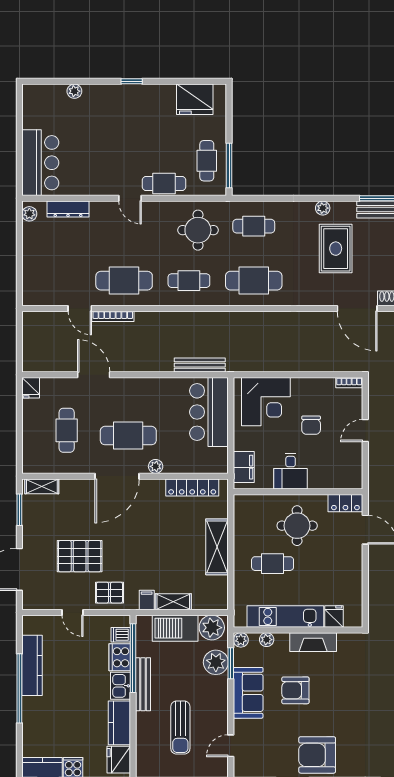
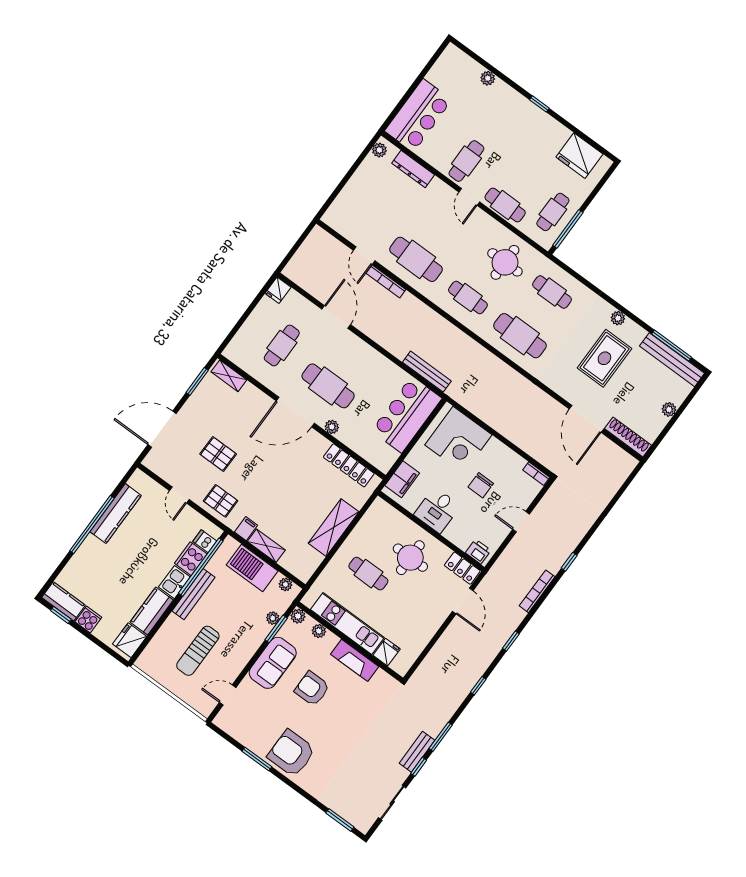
cafe table: (106, 171) -> (466, 161), added
printer: (348, 480) -> (478, 552), added
pallet: (80, 556) -> (218, 454), width x0.67, depth x0.71
plant: (212, 628) -> (285, 584), width x0.53, depth x0.53
plant: (216, 662) -> (273, 618), width x0.53, depth x0.53

